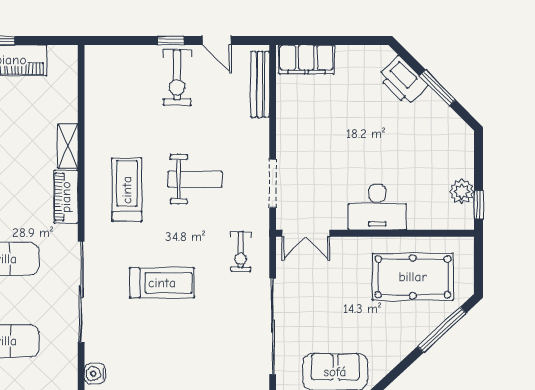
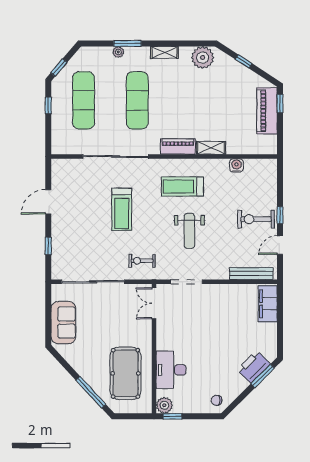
window: (438, 88) -> (263, 376), moved
chair: (454, 138) -> (217, 400), added
treadmill: (127, 190) -> (183, 186), turned 180
plant: (462, 191) -> (164, 405), moved
desk: (377, 207) -> (171, 370), moved
water cooler: (95, 374) -> (236, 165), moved

